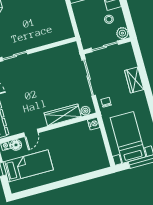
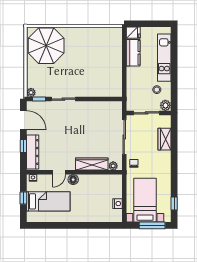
wardrobe: (134, 80) -> (165, 139), moved
nightstand: (94, 124) -> (117, 204), moved
floor lamp: (16, 145) -> (73, 180), moved

